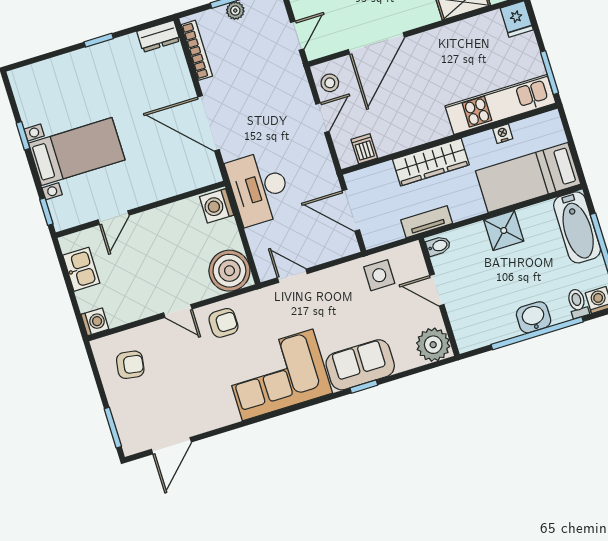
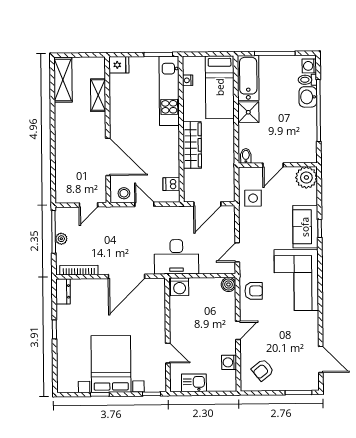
door: (297, 36) -> (88, 205), swing flipped
nightstand: (503, 134) -> (188, 80), moved
bed with nightstands: (77, 152) -> (111, 364), width x1.36
tv unit: (427, 222) -> (228, 159), removed
bathtub: (577, 227) -> (248, 78), moved, turned -90
boiler: (229, 271) -> (229, 284), width x0.54, depth x0.54
washbasin: (534, 317) -> (308, 97), moved
washing machine: (95, 322) -> (229, 362), moved, turned -90
armchair: (223, 323) -> (254, 291), moved, turned 90
armchair: (130, 365) -> (263, 370), turned -138

